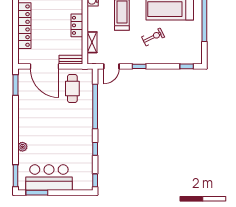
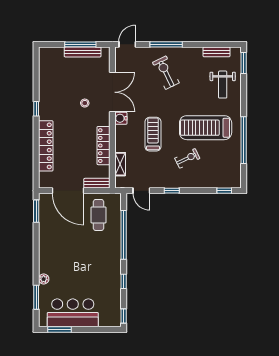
locker: (77, 25) -> (103, 146), width x1.53
door: (111, 66) -> (141, 191), hinge flipped
window: (16, 176) -> (36, 297), moved

